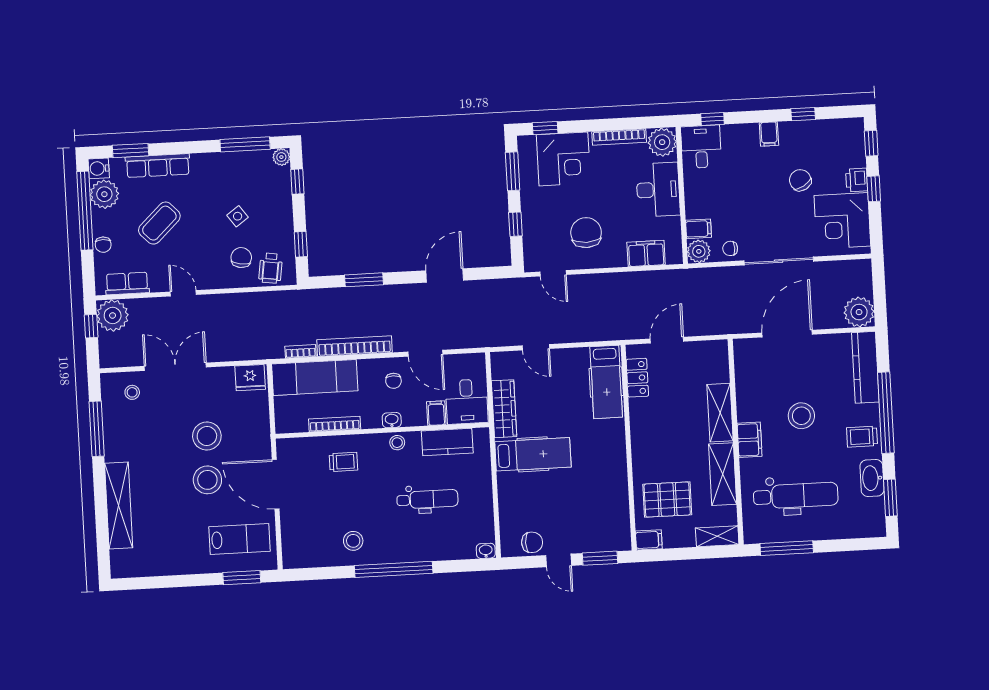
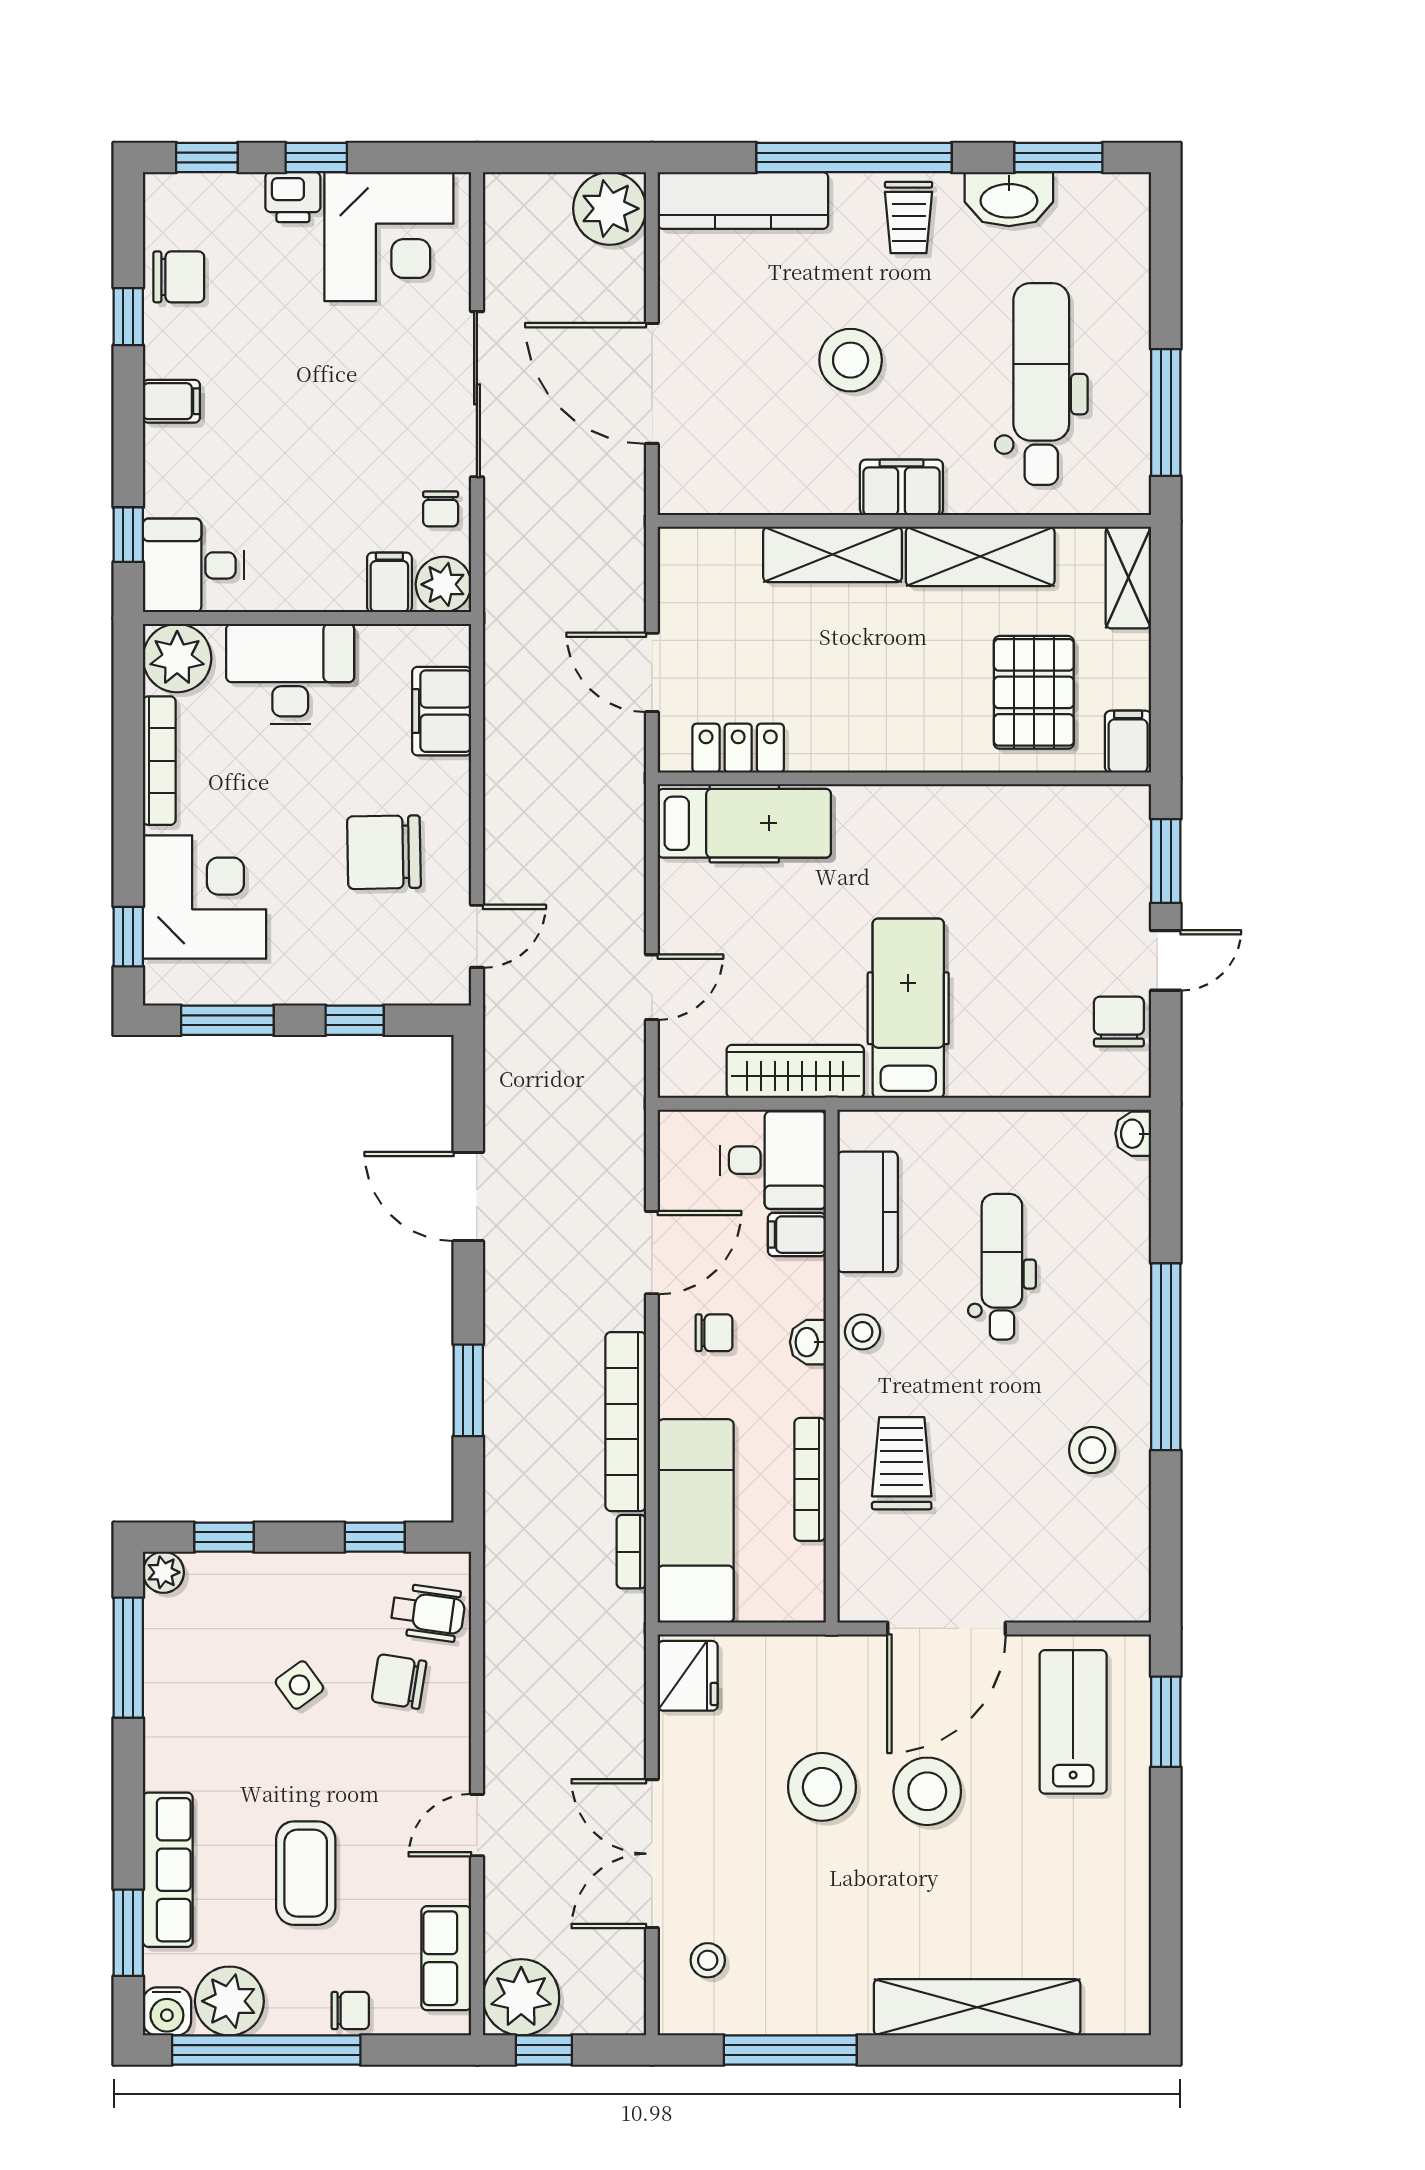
chair: (800, 180) -> (179, 277), moved, turned -150
coffee table: (159, 223) -> (306, 1873), turned 44
trolley: (343, 462) -> (902, 1463), width x1.36, depth x1.39

